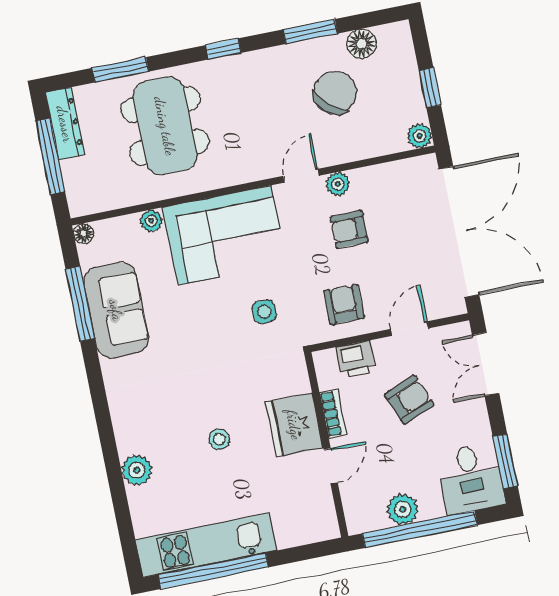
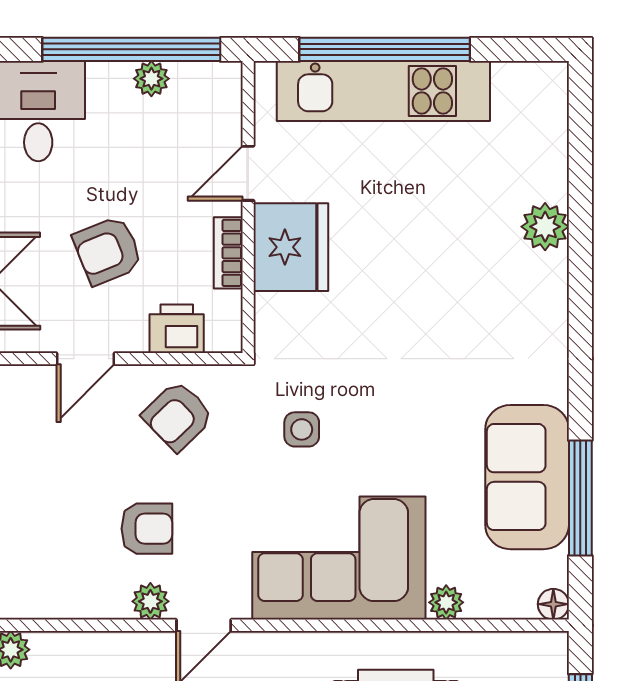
armchair: (344, 304) -> (178, 416), turned 46
stool: (219, 439) -> (409, 249), removed
plant: (403, 509) -> (151, 79), width x0.73, depth x0.73
kitchen unit: (206, 545) -> (383, 91), moved
window: (213, 571) -> (385, 49), moved

